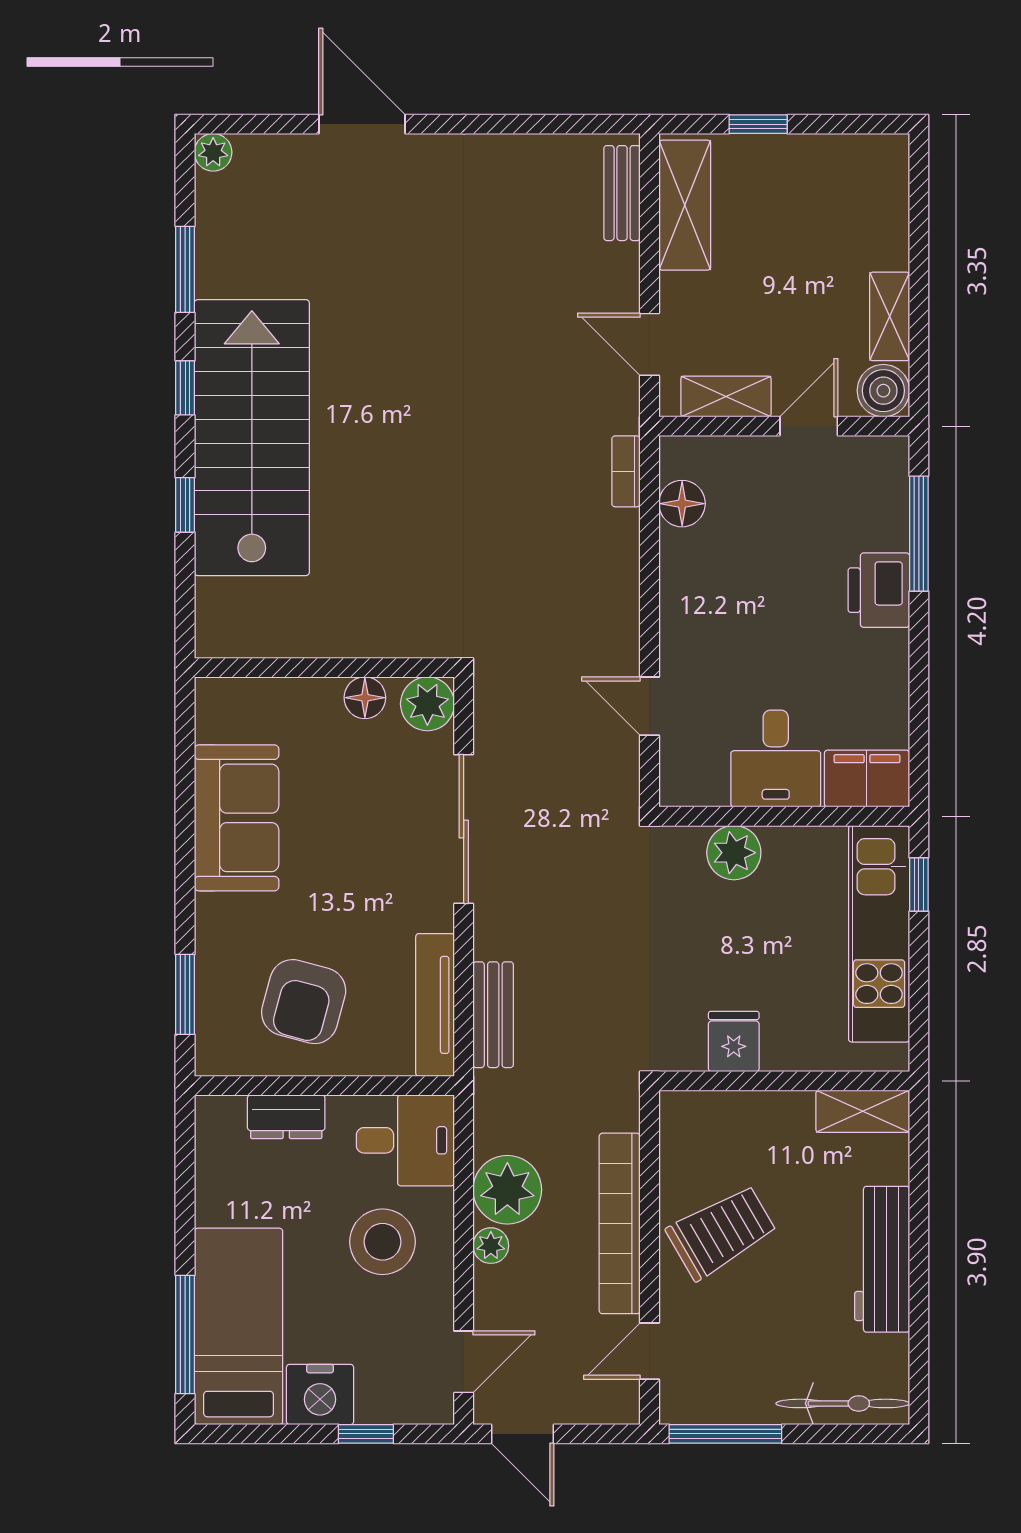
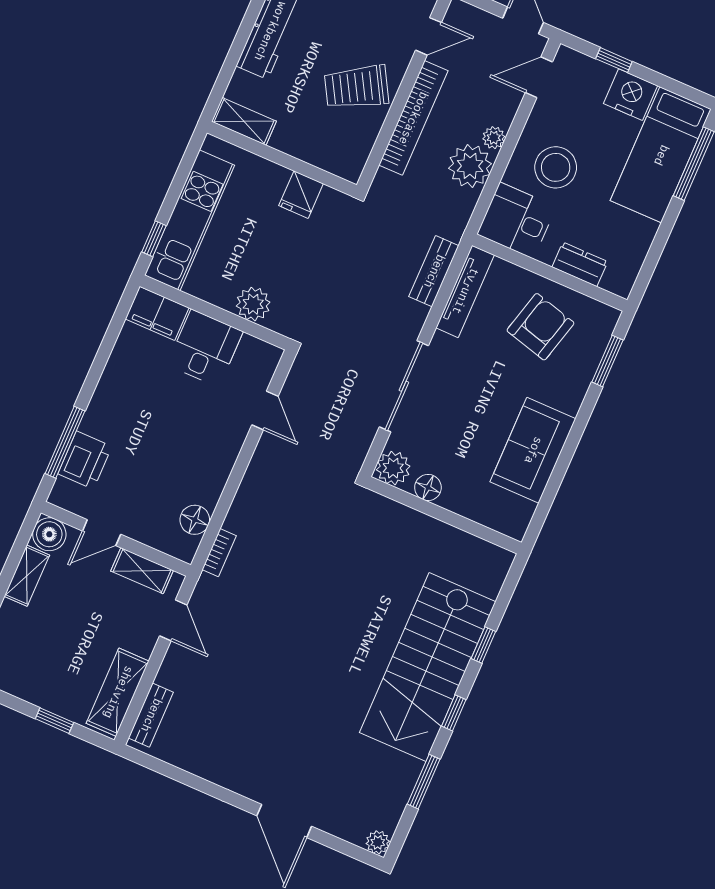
printer: (879, 590) -> (85, 460), moved

